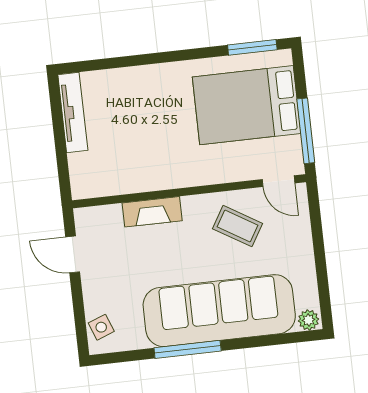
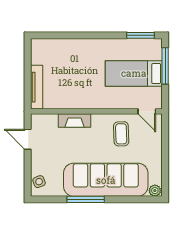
bed: (247, 105) -> (134, 73), width x0.67
tv unit: (73, 112) -> (37, 87), moved
window: (306, 131) -> (165, 66), moved
coffee table: (238, 226) -> (121, 134), turned 57

